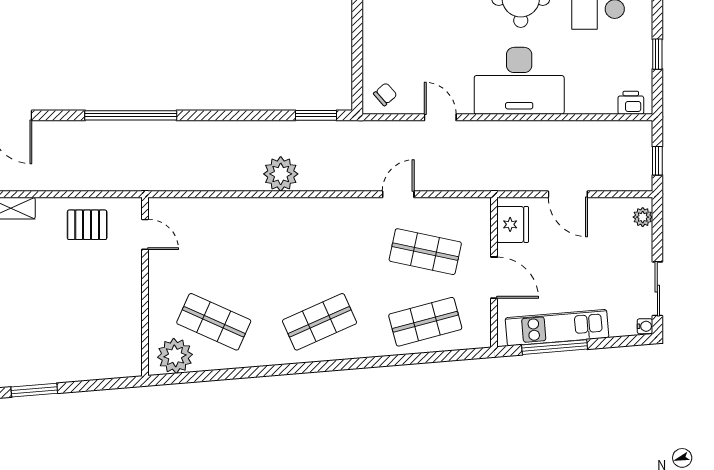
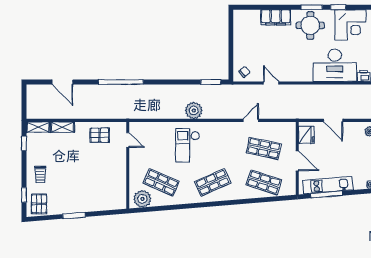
desk: (519, 81) -> (335, 65), moved
checkout: (268, 246) -> (188, 145), added
shop shelf: (425, 322) -> (264, 182), turned 33

